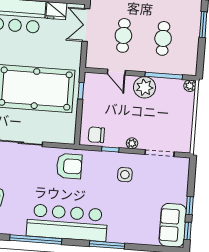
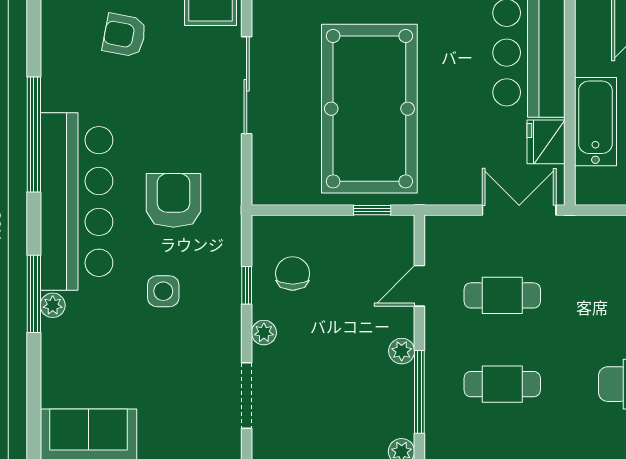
plant: (145, 87) -> (402, 351), width x0.53, depth x0.53
chair: (96, 135) -> (293, 273), moved
armchair: (69, 166) -> (173, 200), moved, turned 180
side table: (125, 175) -> (163, 291), moved
plant: (113, 237) -> (53, 305), added

